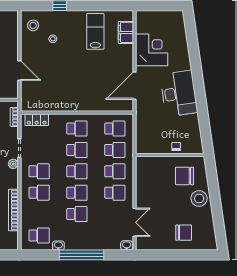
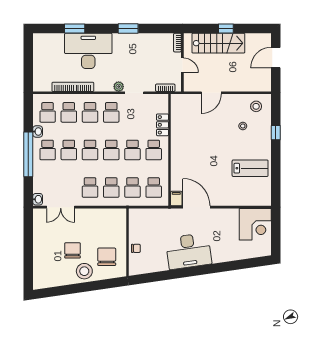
filing cabinet: (126, 32) -> (176, 199), moved, width x0.50
corner desk: (152, 50) -> (255, 224), moved
locker: (37, 120) -> (162, 125), moved
school desk: (39, 214) -> (69, 112), added
chair: (184, 233) -> (73, 250), moved, turned 180
school desk: (77, 235) -> (48, 150), added

